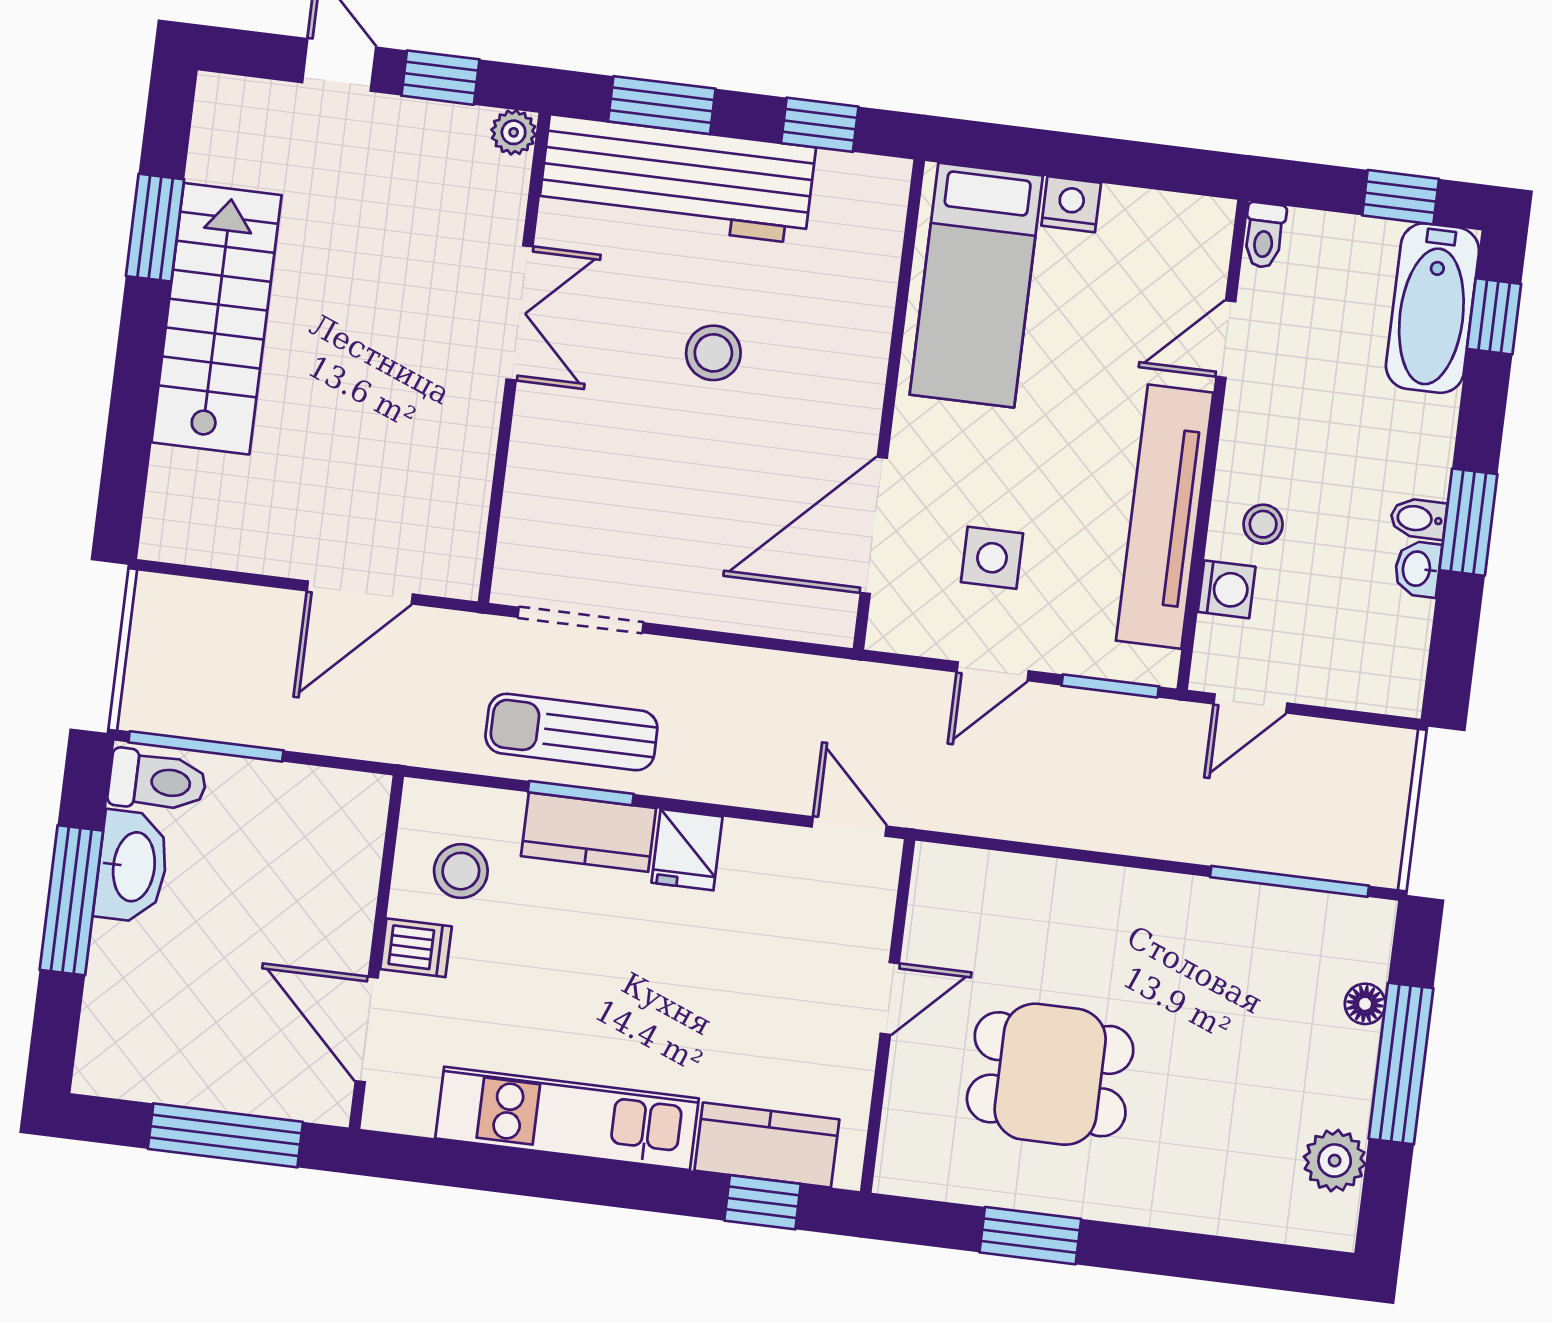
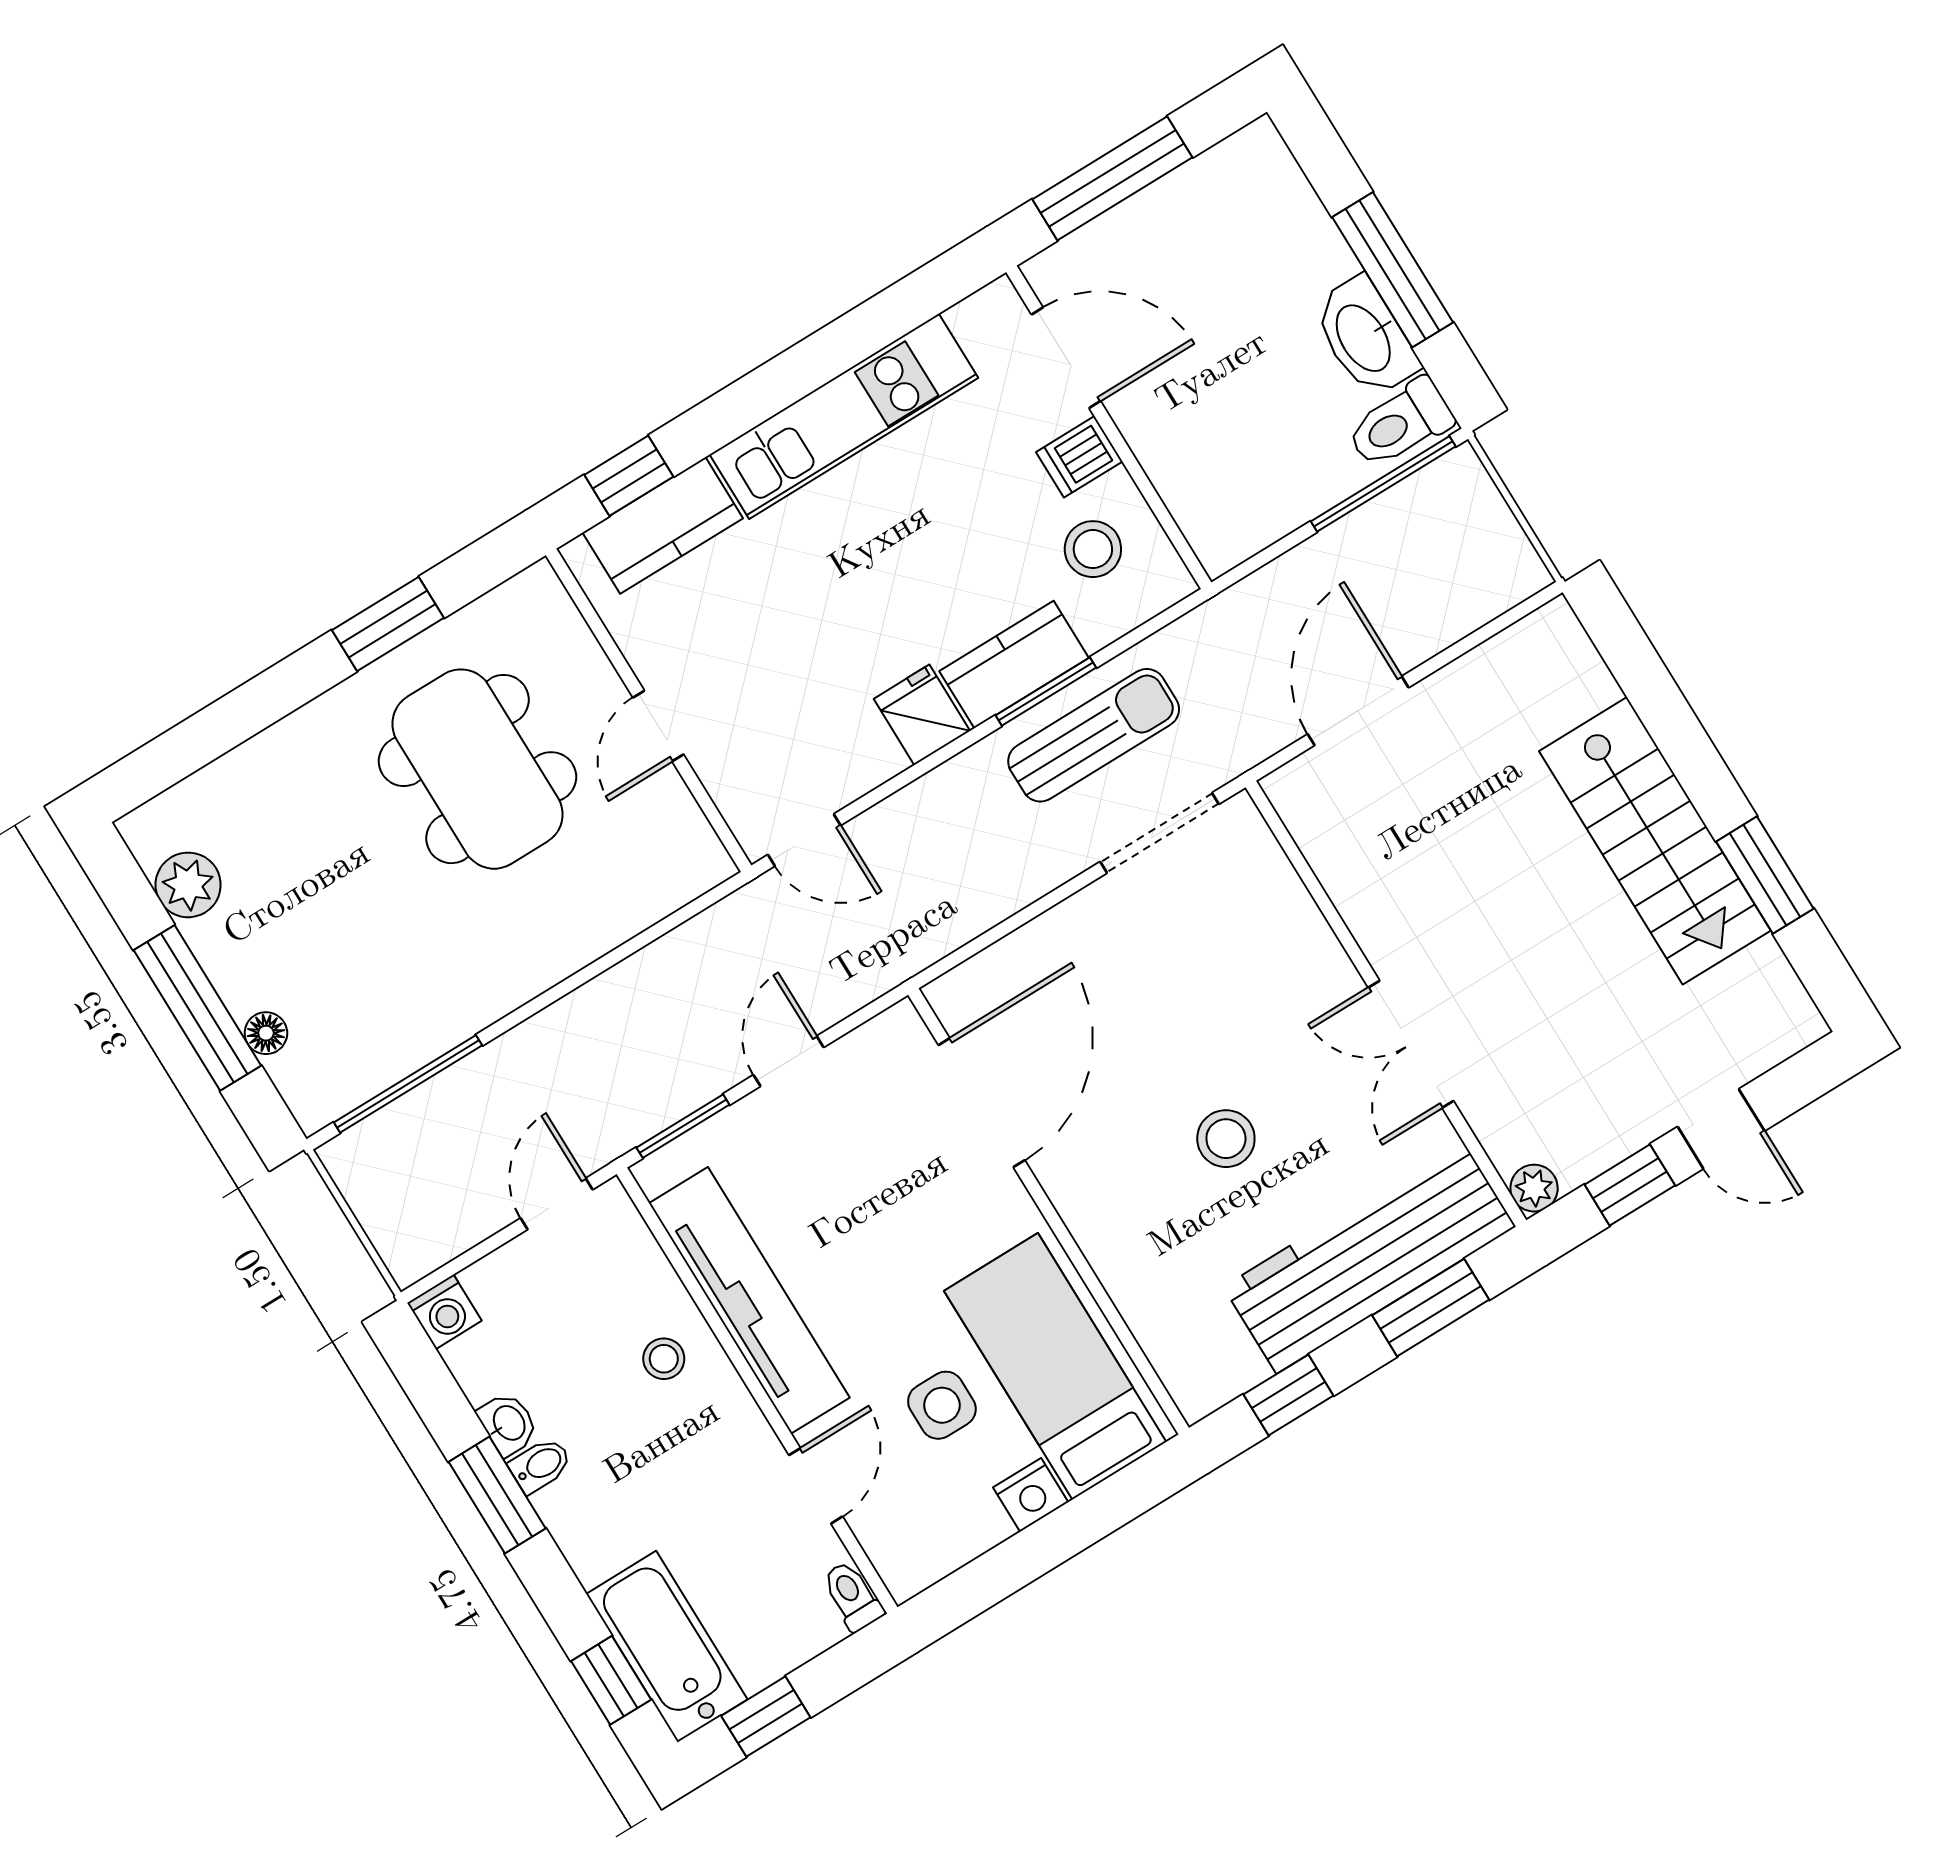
side table: (992, 558) -> (942, 1405), moved
washing machine: (1227, 589) -> (445, 1312), moved, turned -90
dining table: (1050, 1074) -> (477, 769), width x1.38

